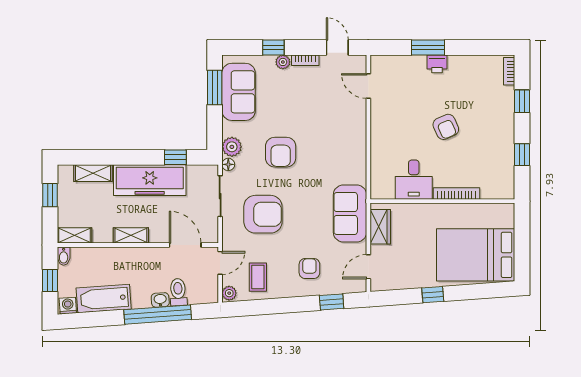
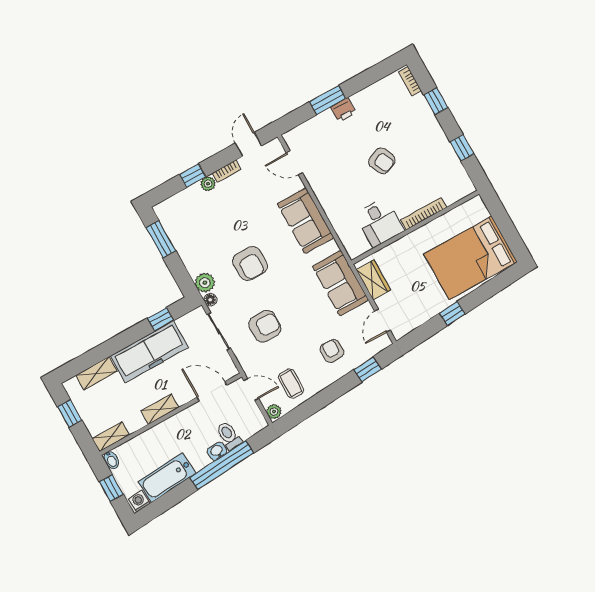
door: (337, 47) -> (248, 144), hinge flipped
sofa: (239, 92) -> (305, 221), moved, turned 180
armchair: (263, 214) -> (265, 326), width x0.73, depth x0.73
door: (220, 263) -> (251, 390), hinge flipped

